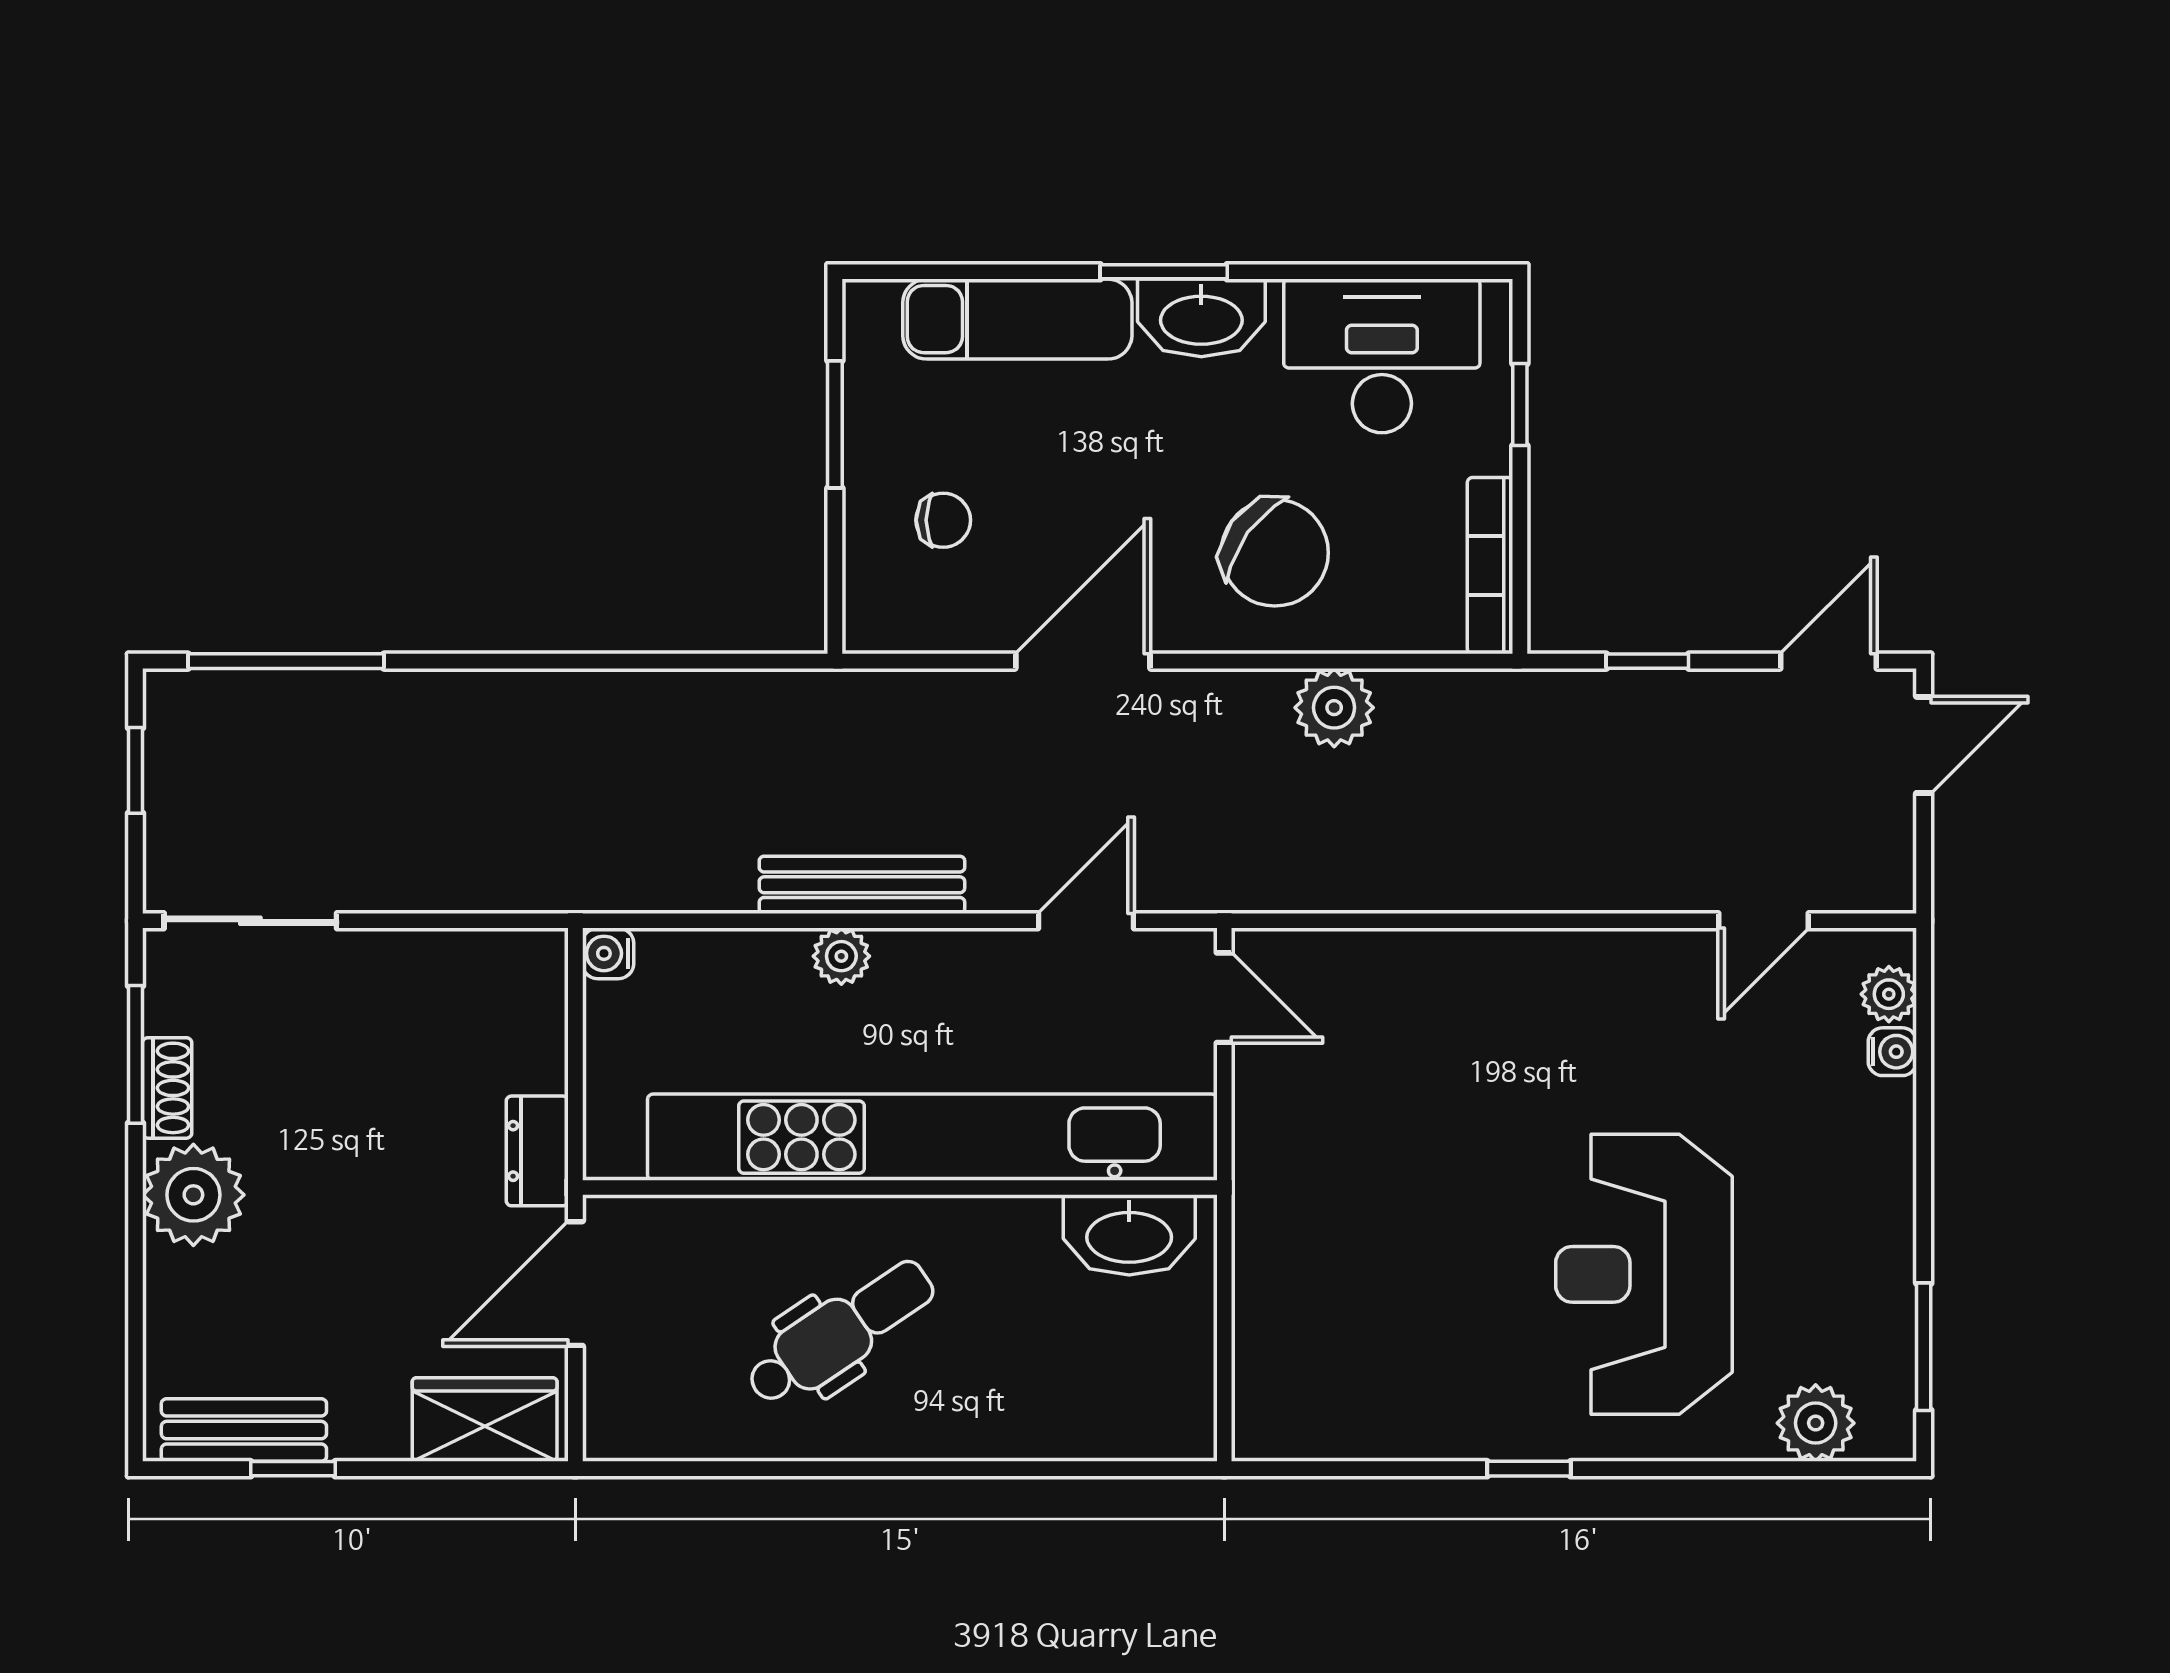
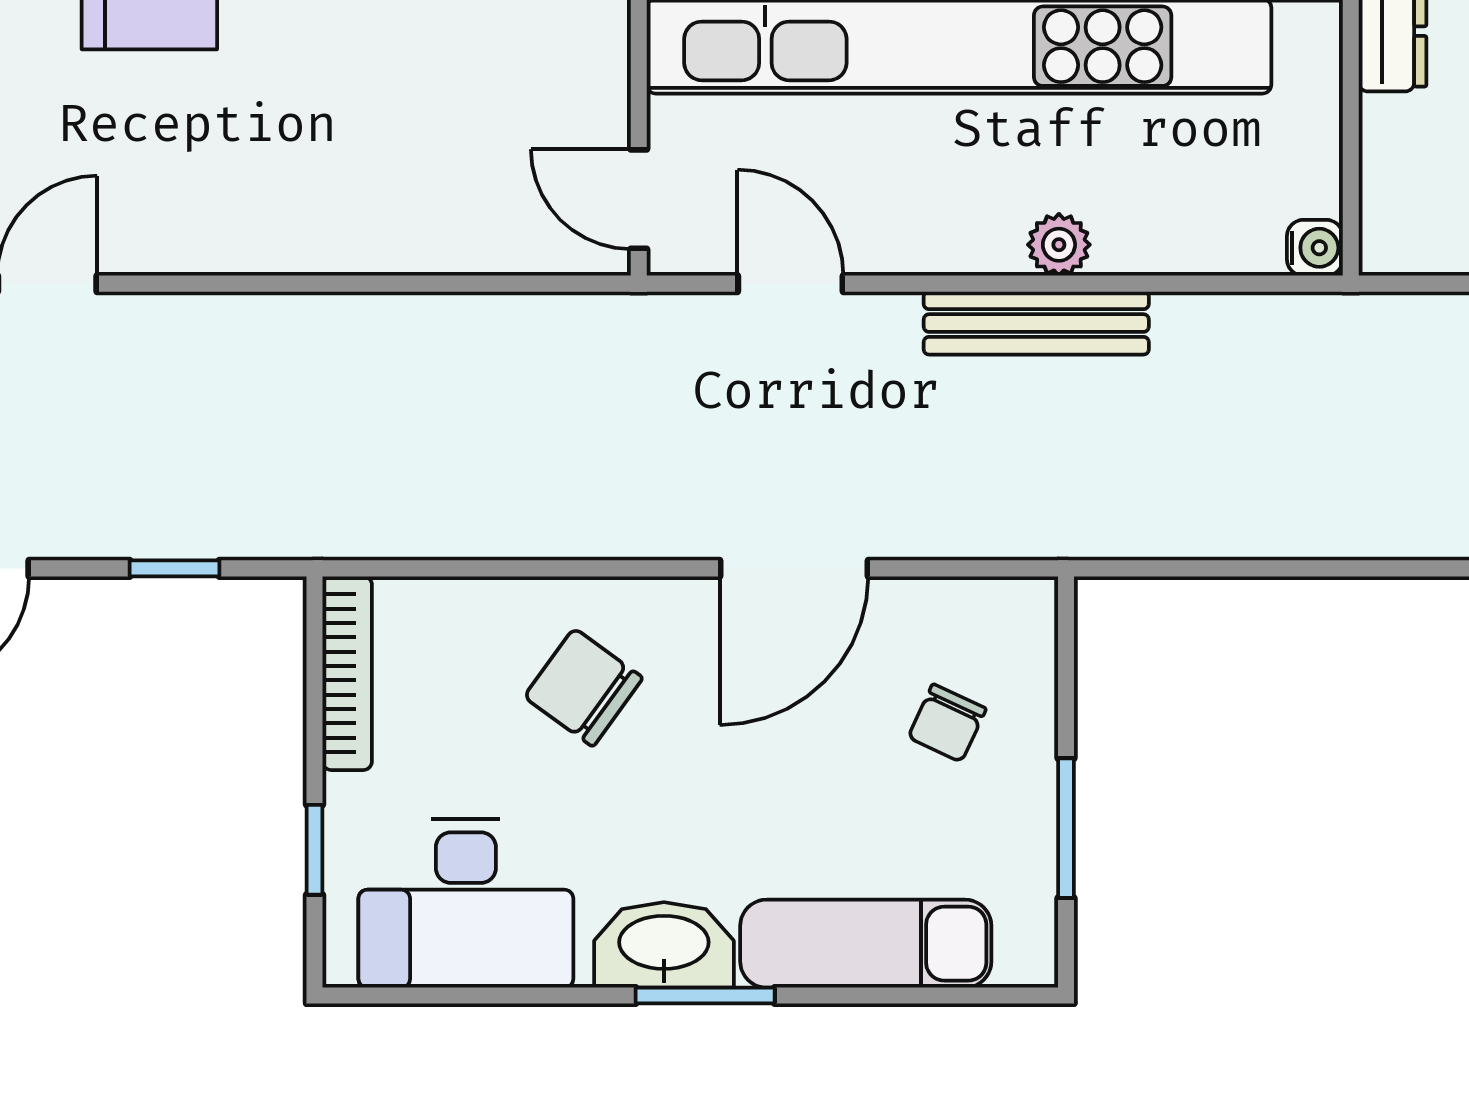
chair: (943, 520) -> (947, 723), turned -65
chair: (1275, 553) -> (583, 687), width x0.73, depth x0.73
plant: (1334, 708) -> (518, 517), removed
door: (1086, 921) -> (790, 284), swing flipped

